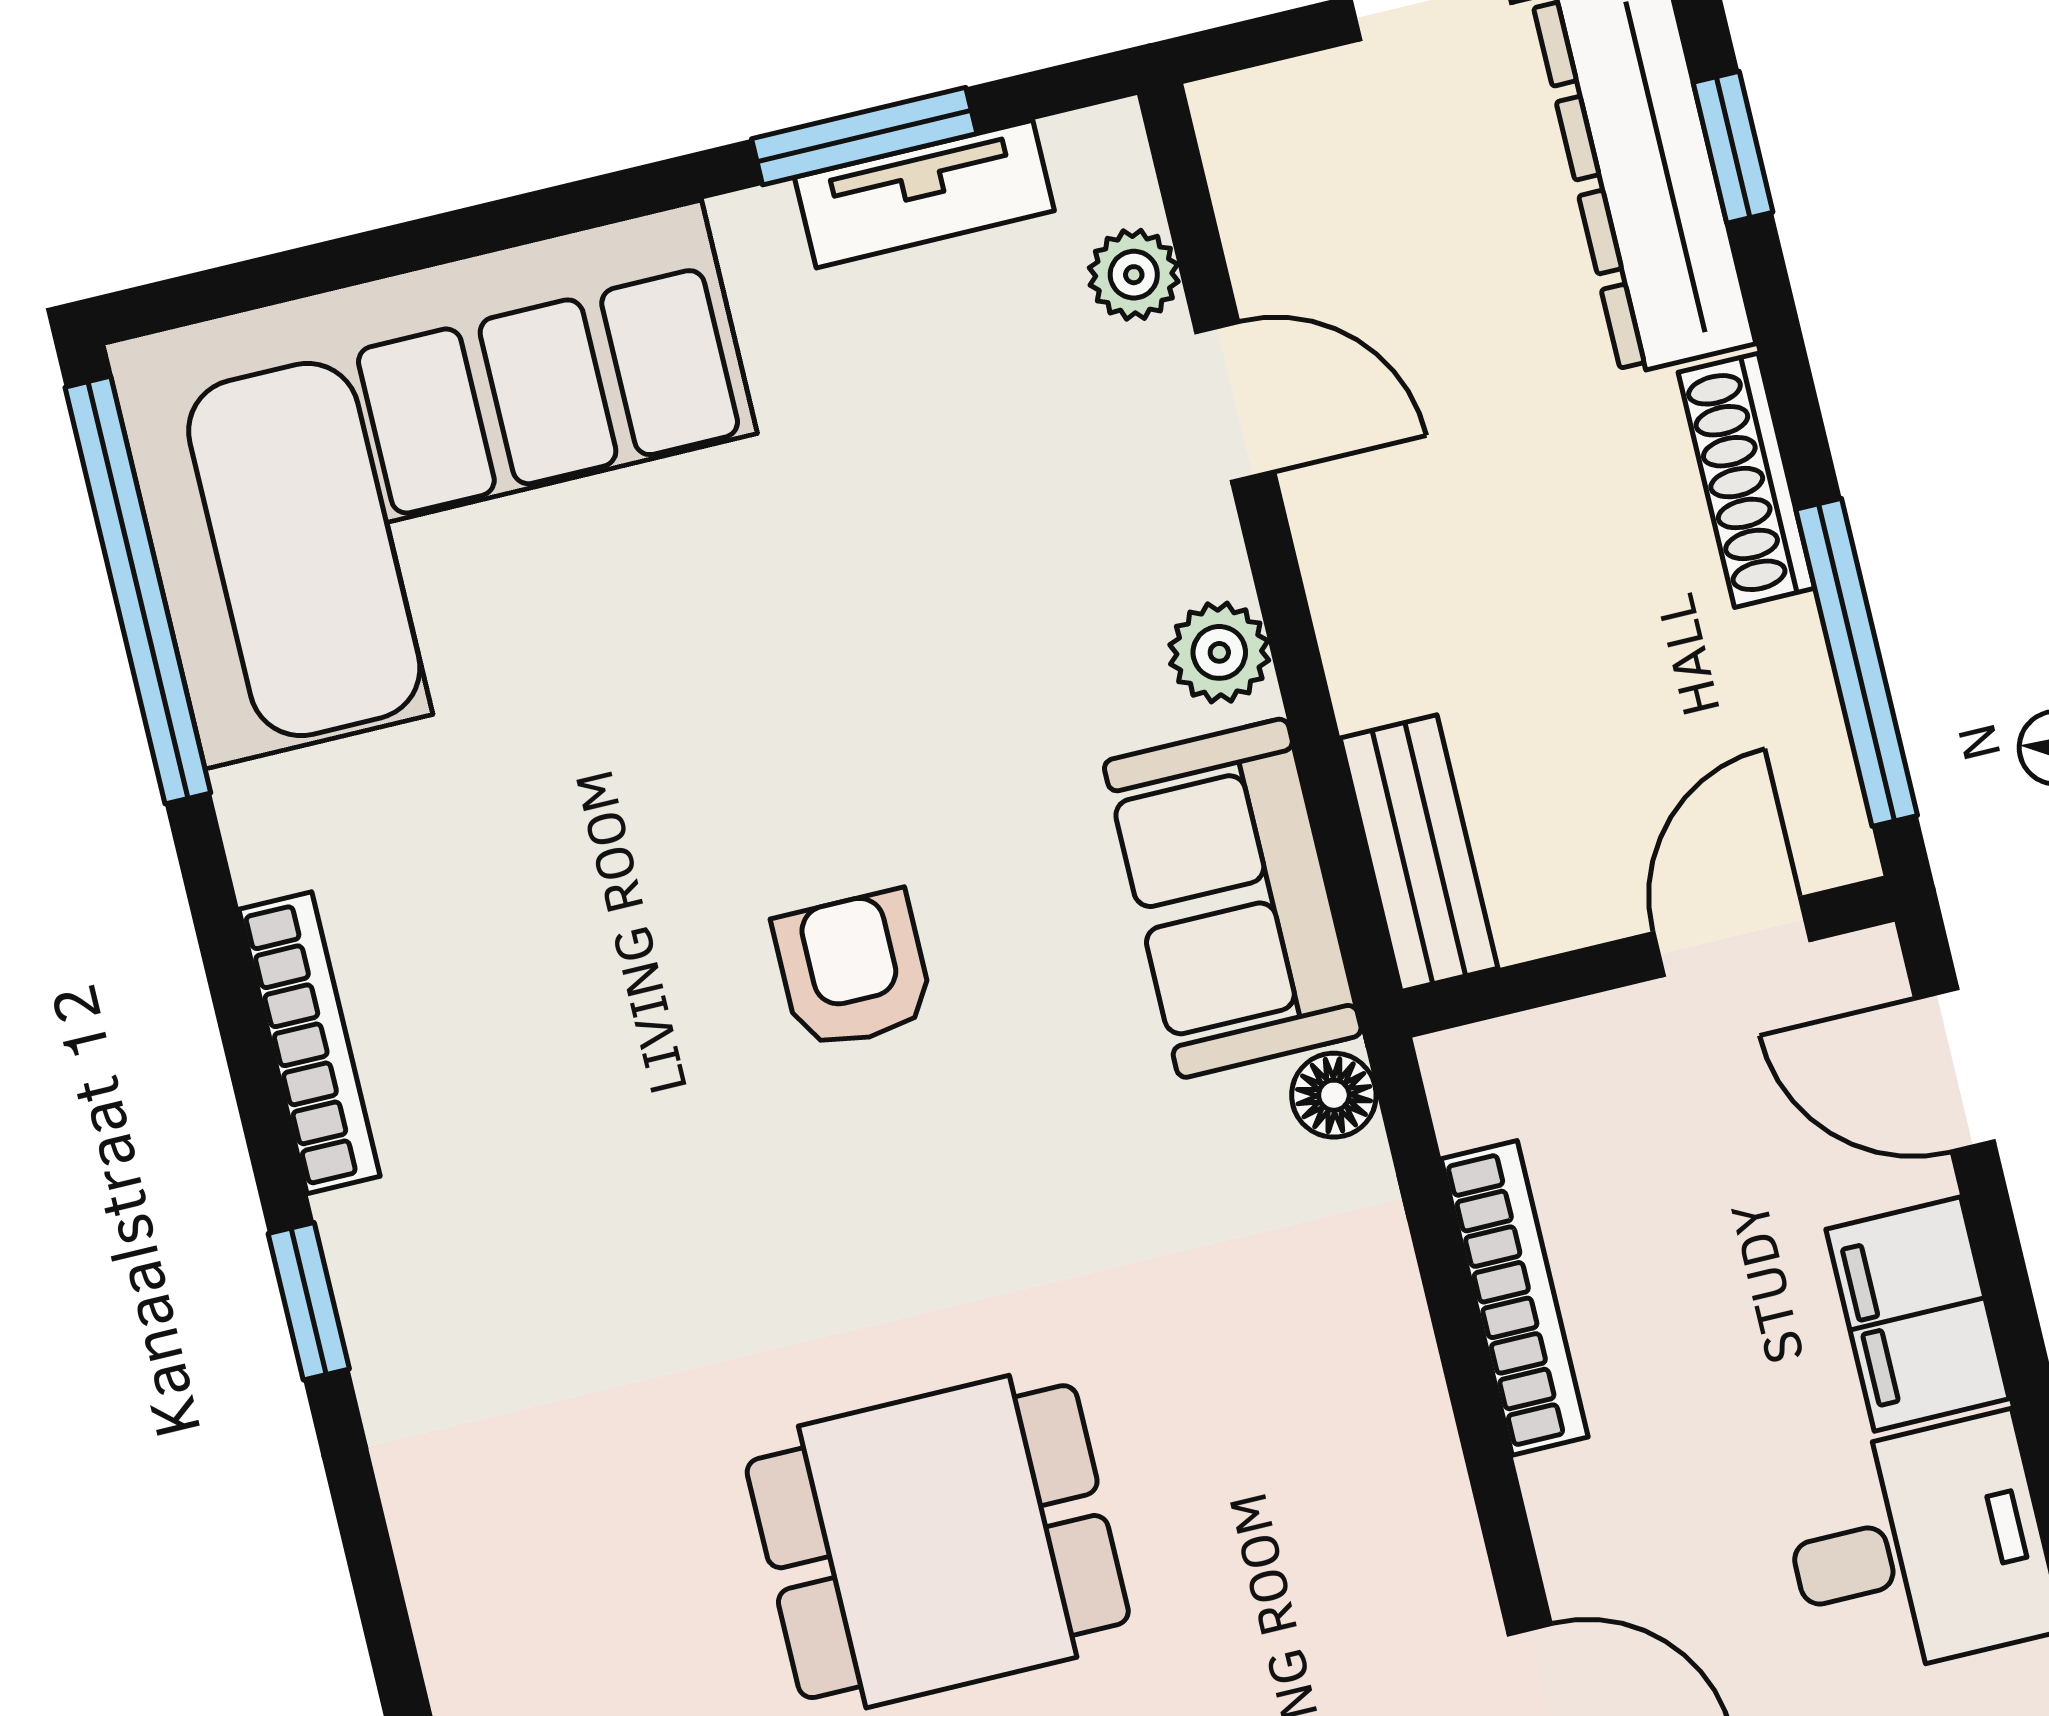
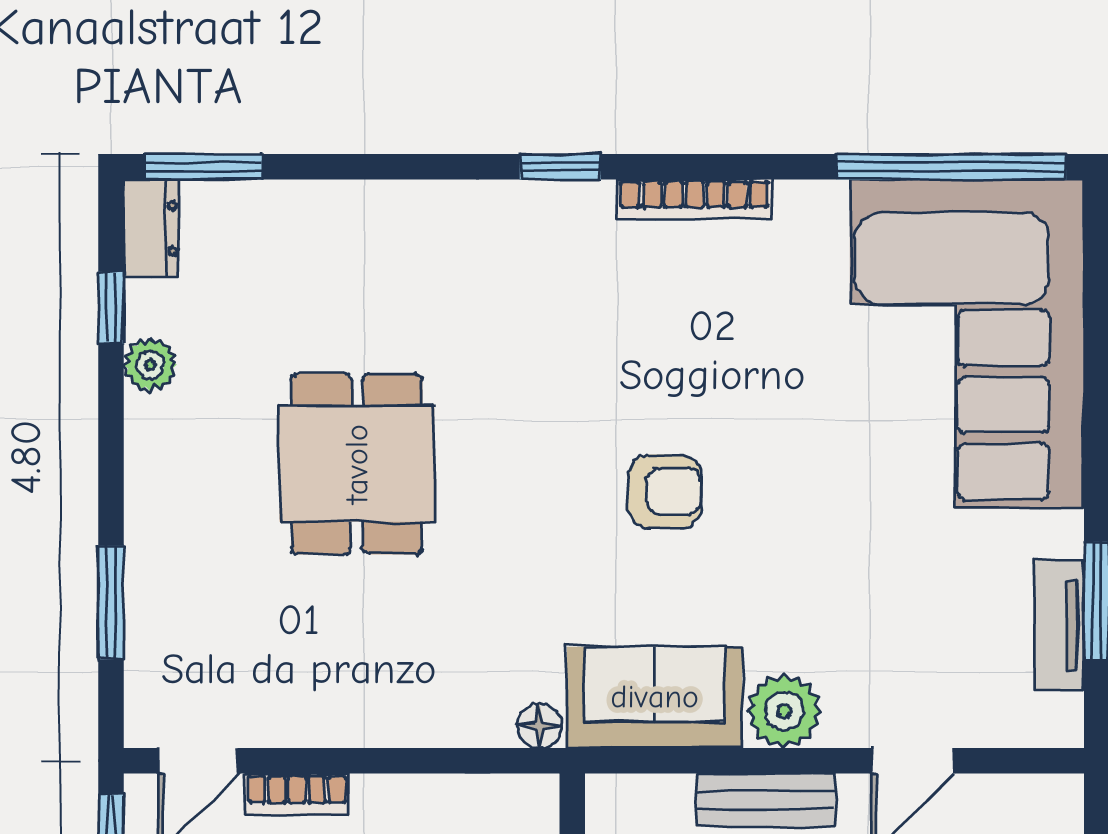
plant: (1134, 275) -> (991, 724), removed
plant: (1219, 652) -> (784, 711), width x1.38, depth x1.38
bench: (1419, 853) -> (766, 800), moved
bookcase: (1515, 1298) -> (297, 794), moved, width x0.64

